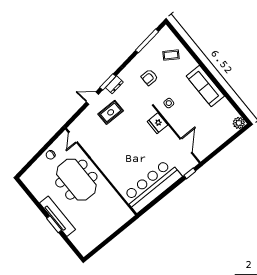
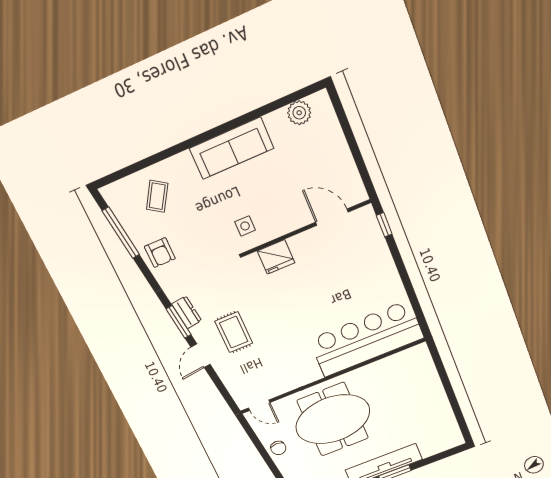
armchair: (149, 77) -> (160, 253), moved
plant: (239, 123) -> (299, 113), moved
bar counter: (152, 186) -> (366, 339), moved, turned 90

